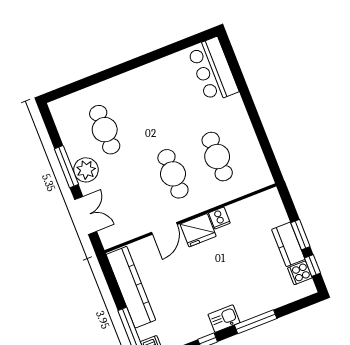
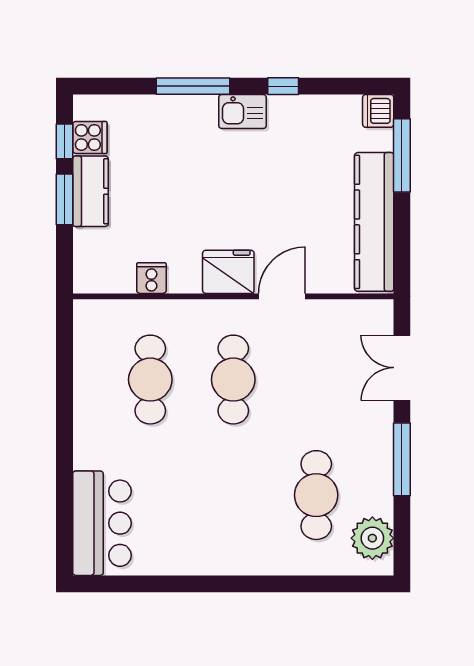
plant: (86, 170) -> (372, 538), moved
cooker: (219, 218) -> (151, 278), moved

